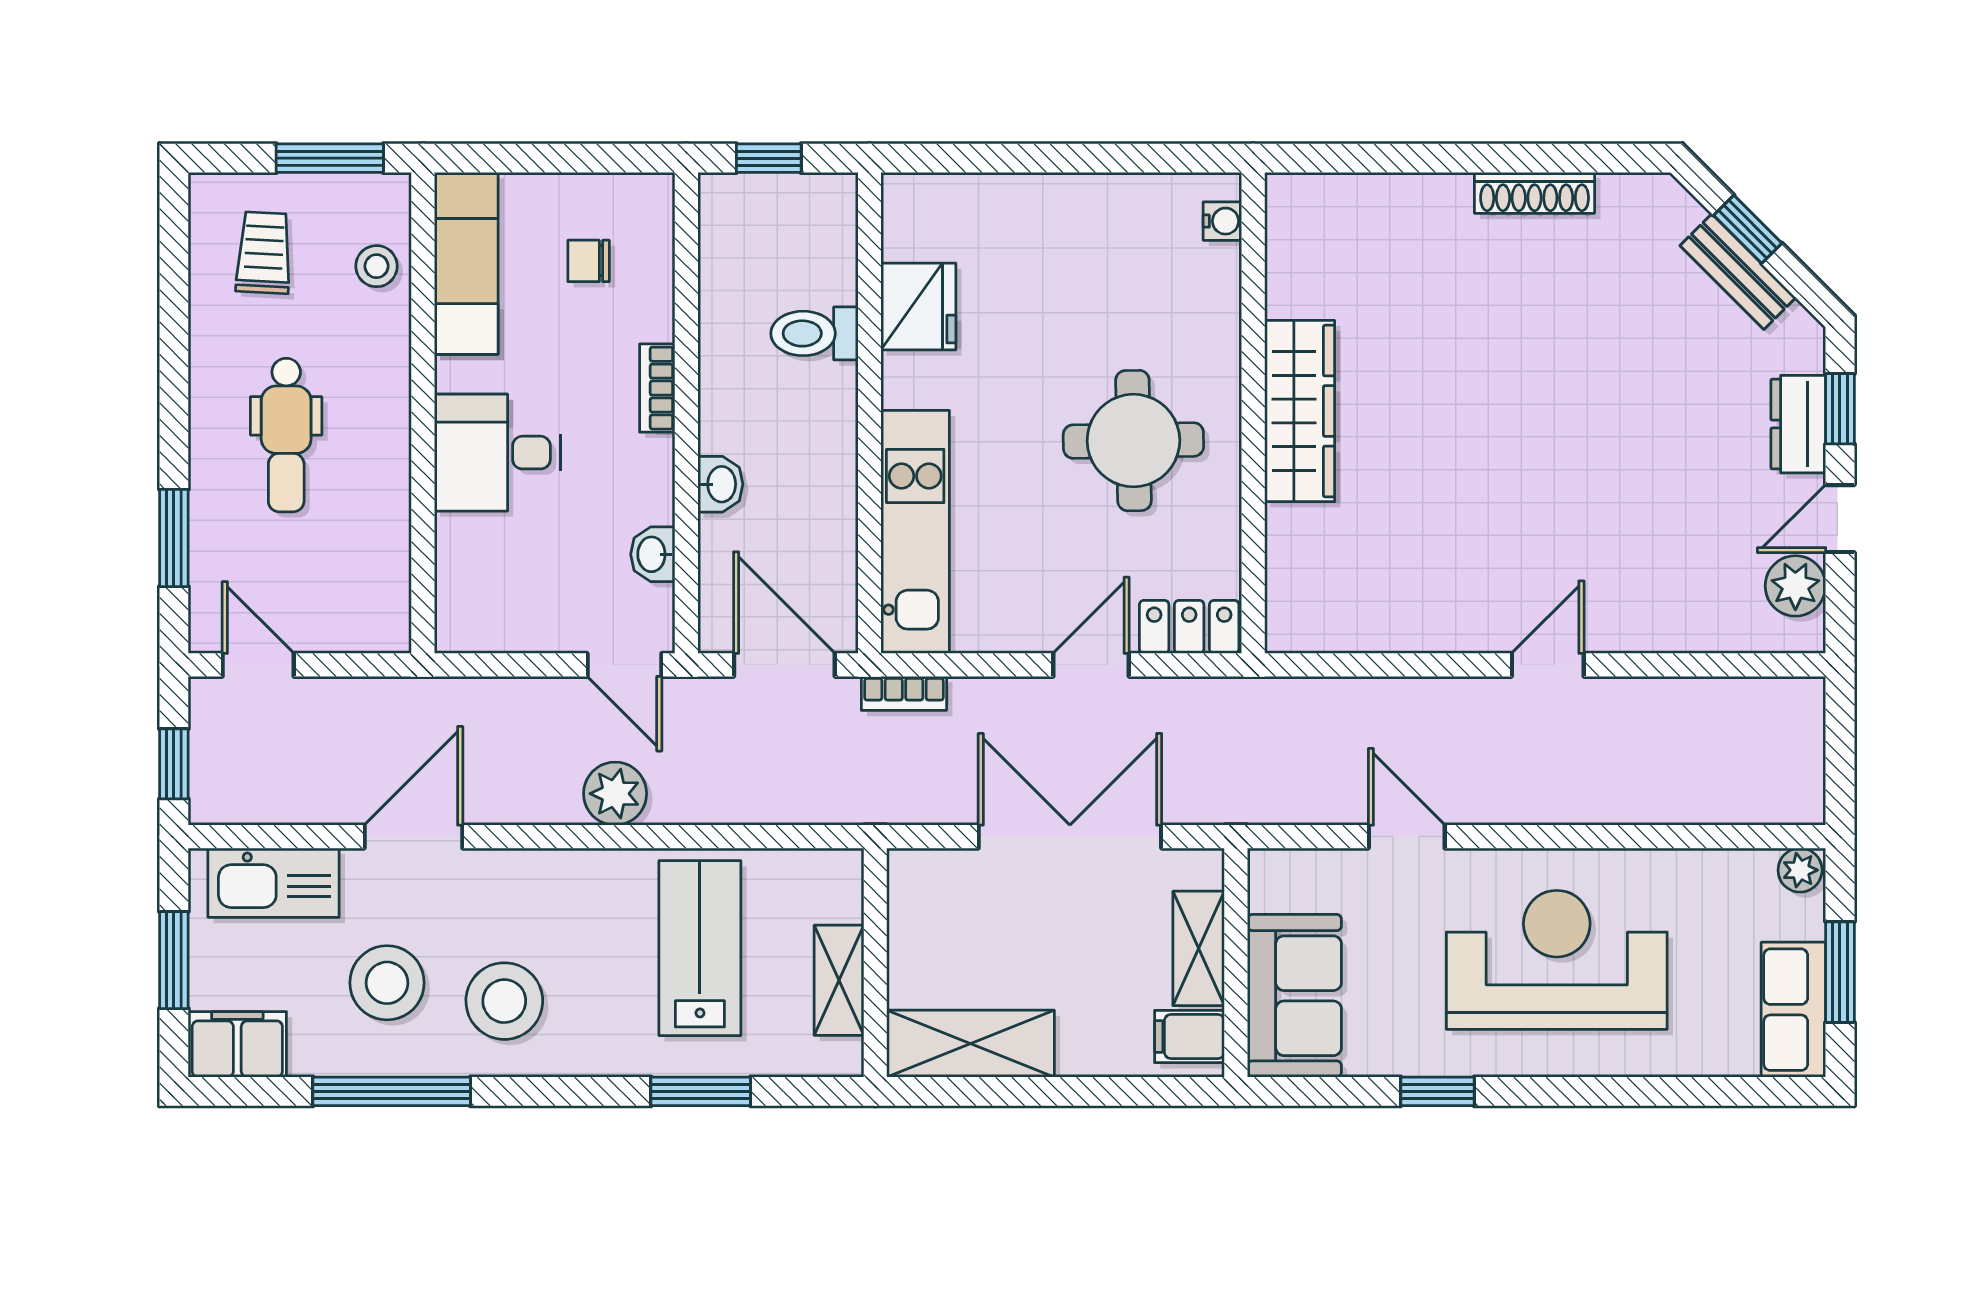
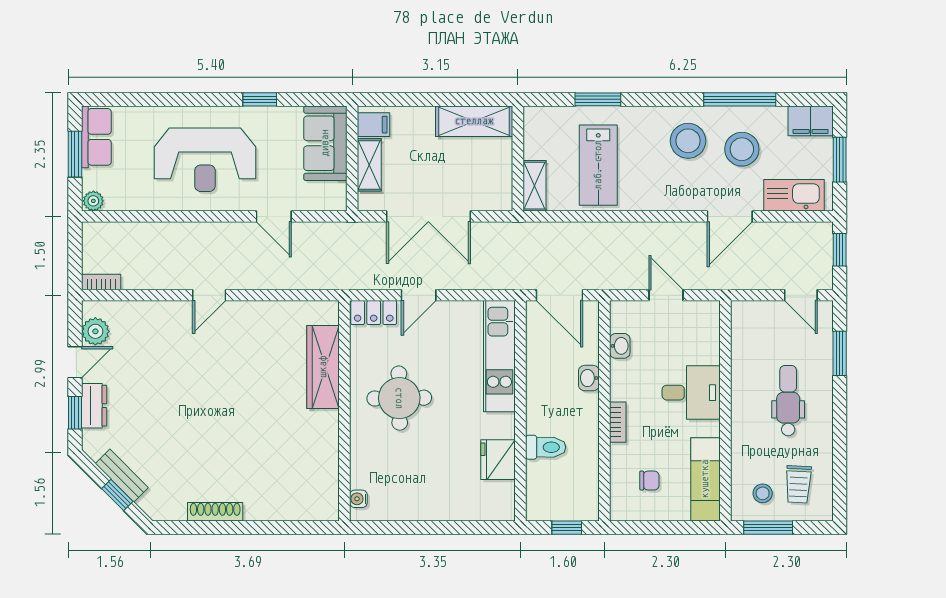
stool: (376, 266) -> (763, 493), moved
wardrobe: (1300, 411) -> (323, 367), moved
door: (624, 665) -> (666, 295), moved
bookcase: (904, 693) -> (101, 282), moved
plant: (615, 794) -> (637, 236), removed
shelving: (839, 980) -> (534, 186), moved

